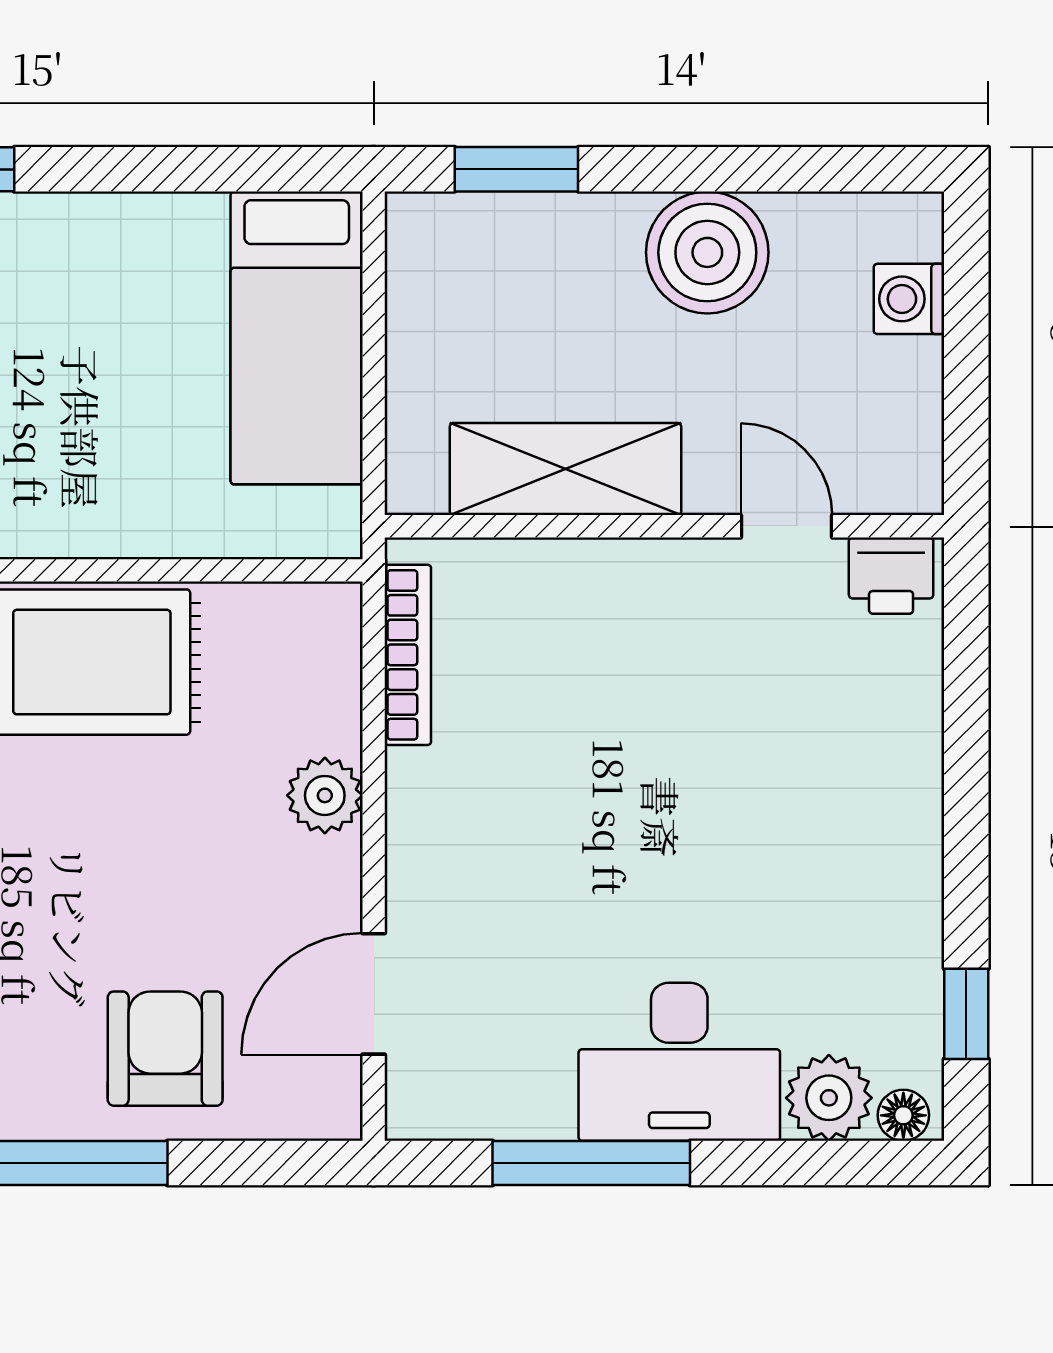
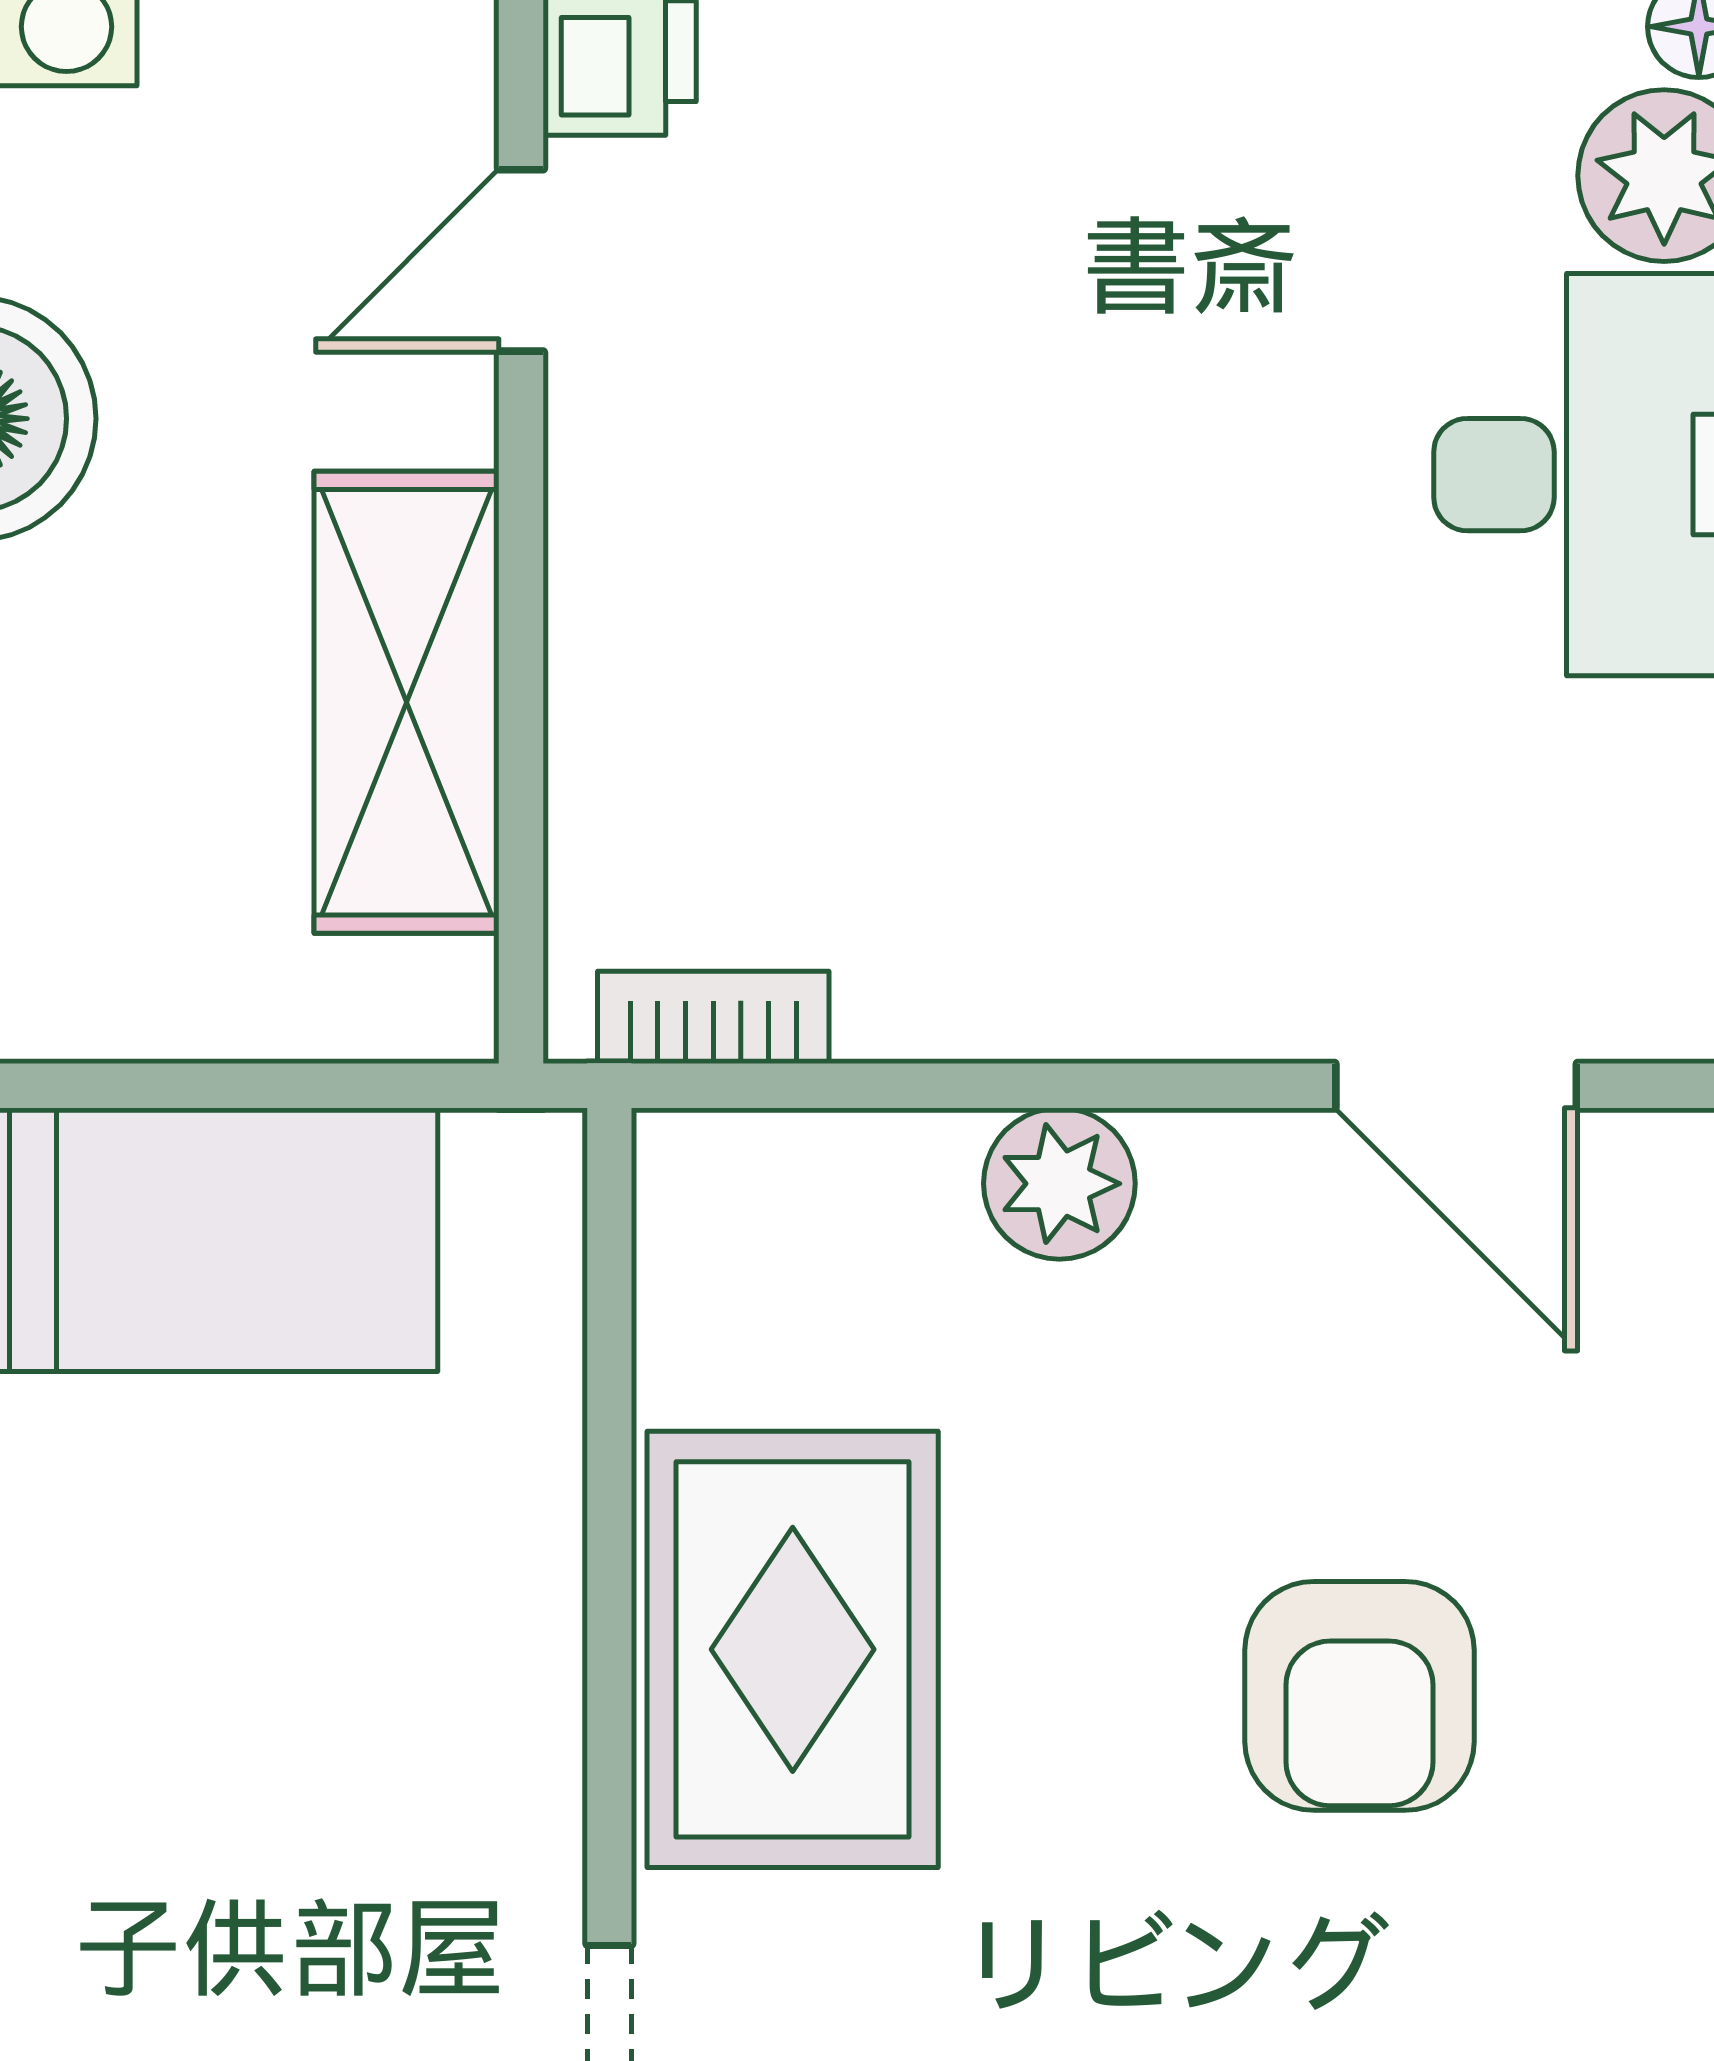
bookcase: (408, 655) -> (713, 1017), width x0.64
armchair: (165, 1049) -> (1359, 1696), moved, turned -90

